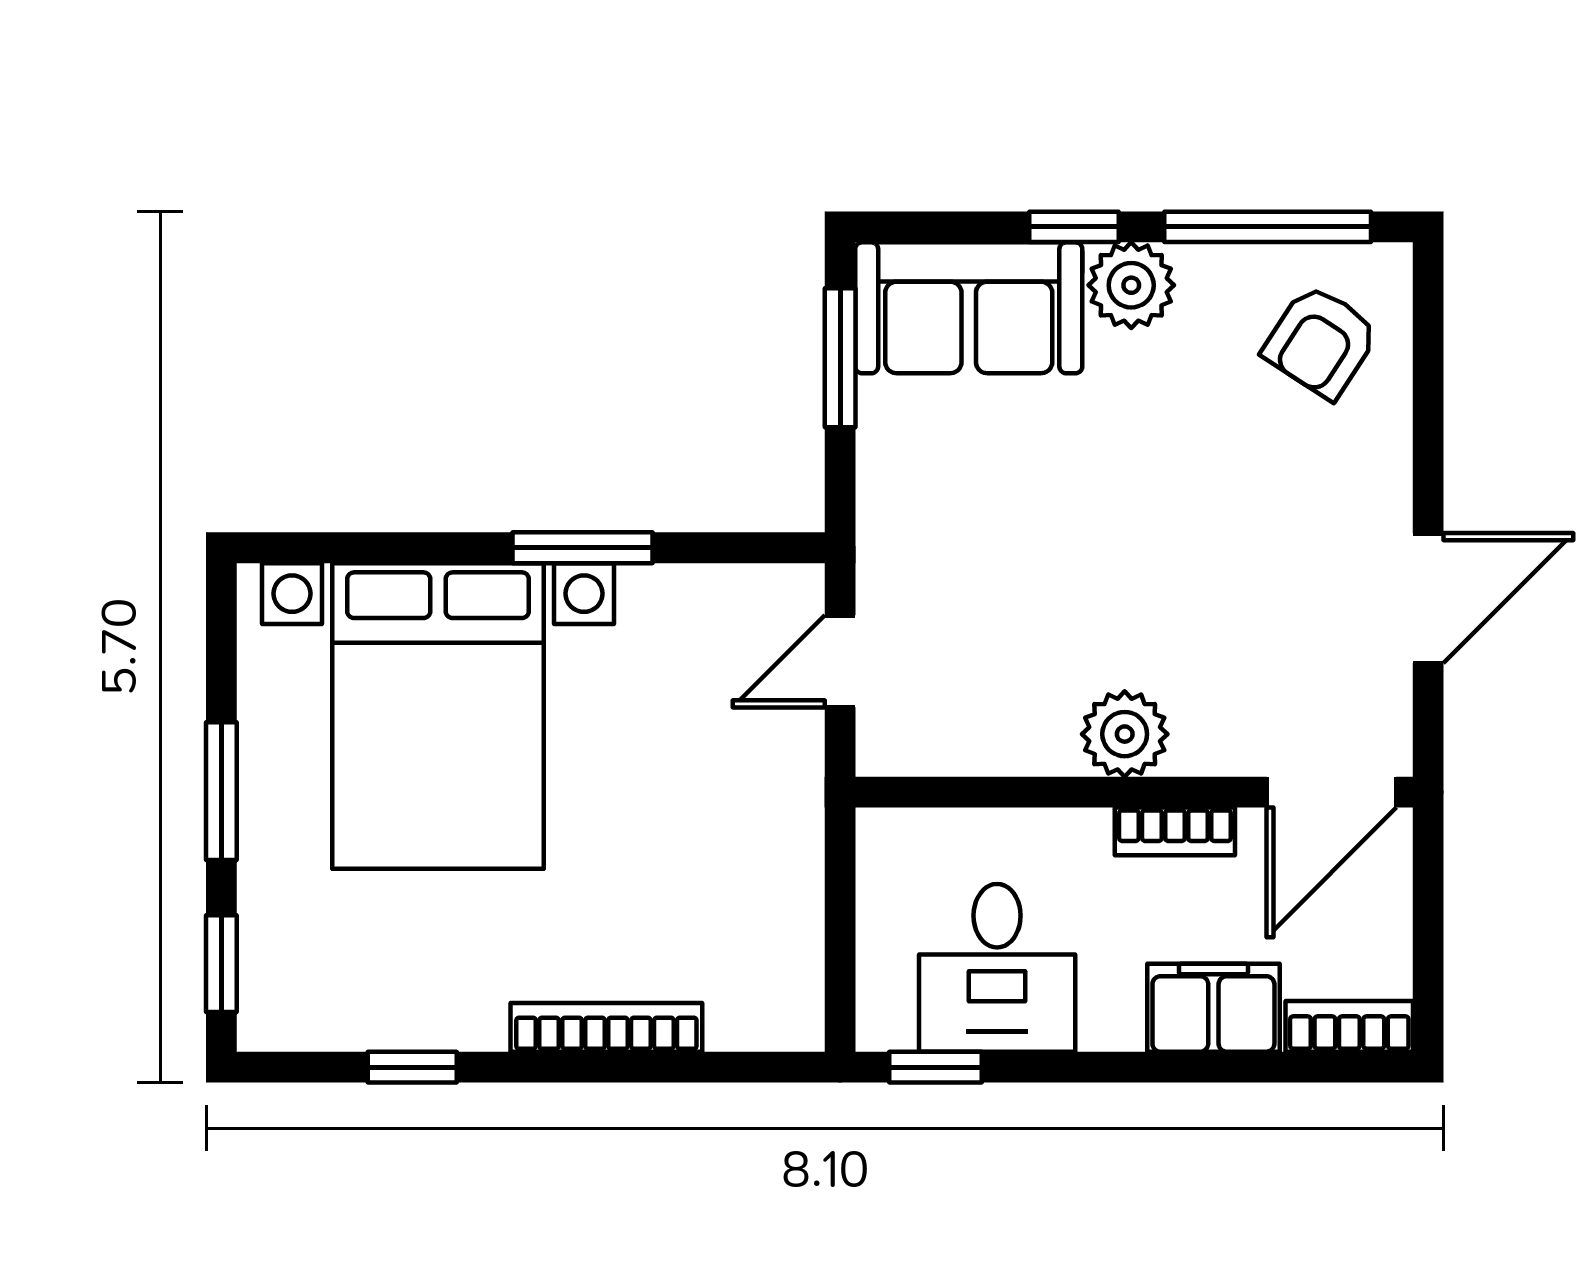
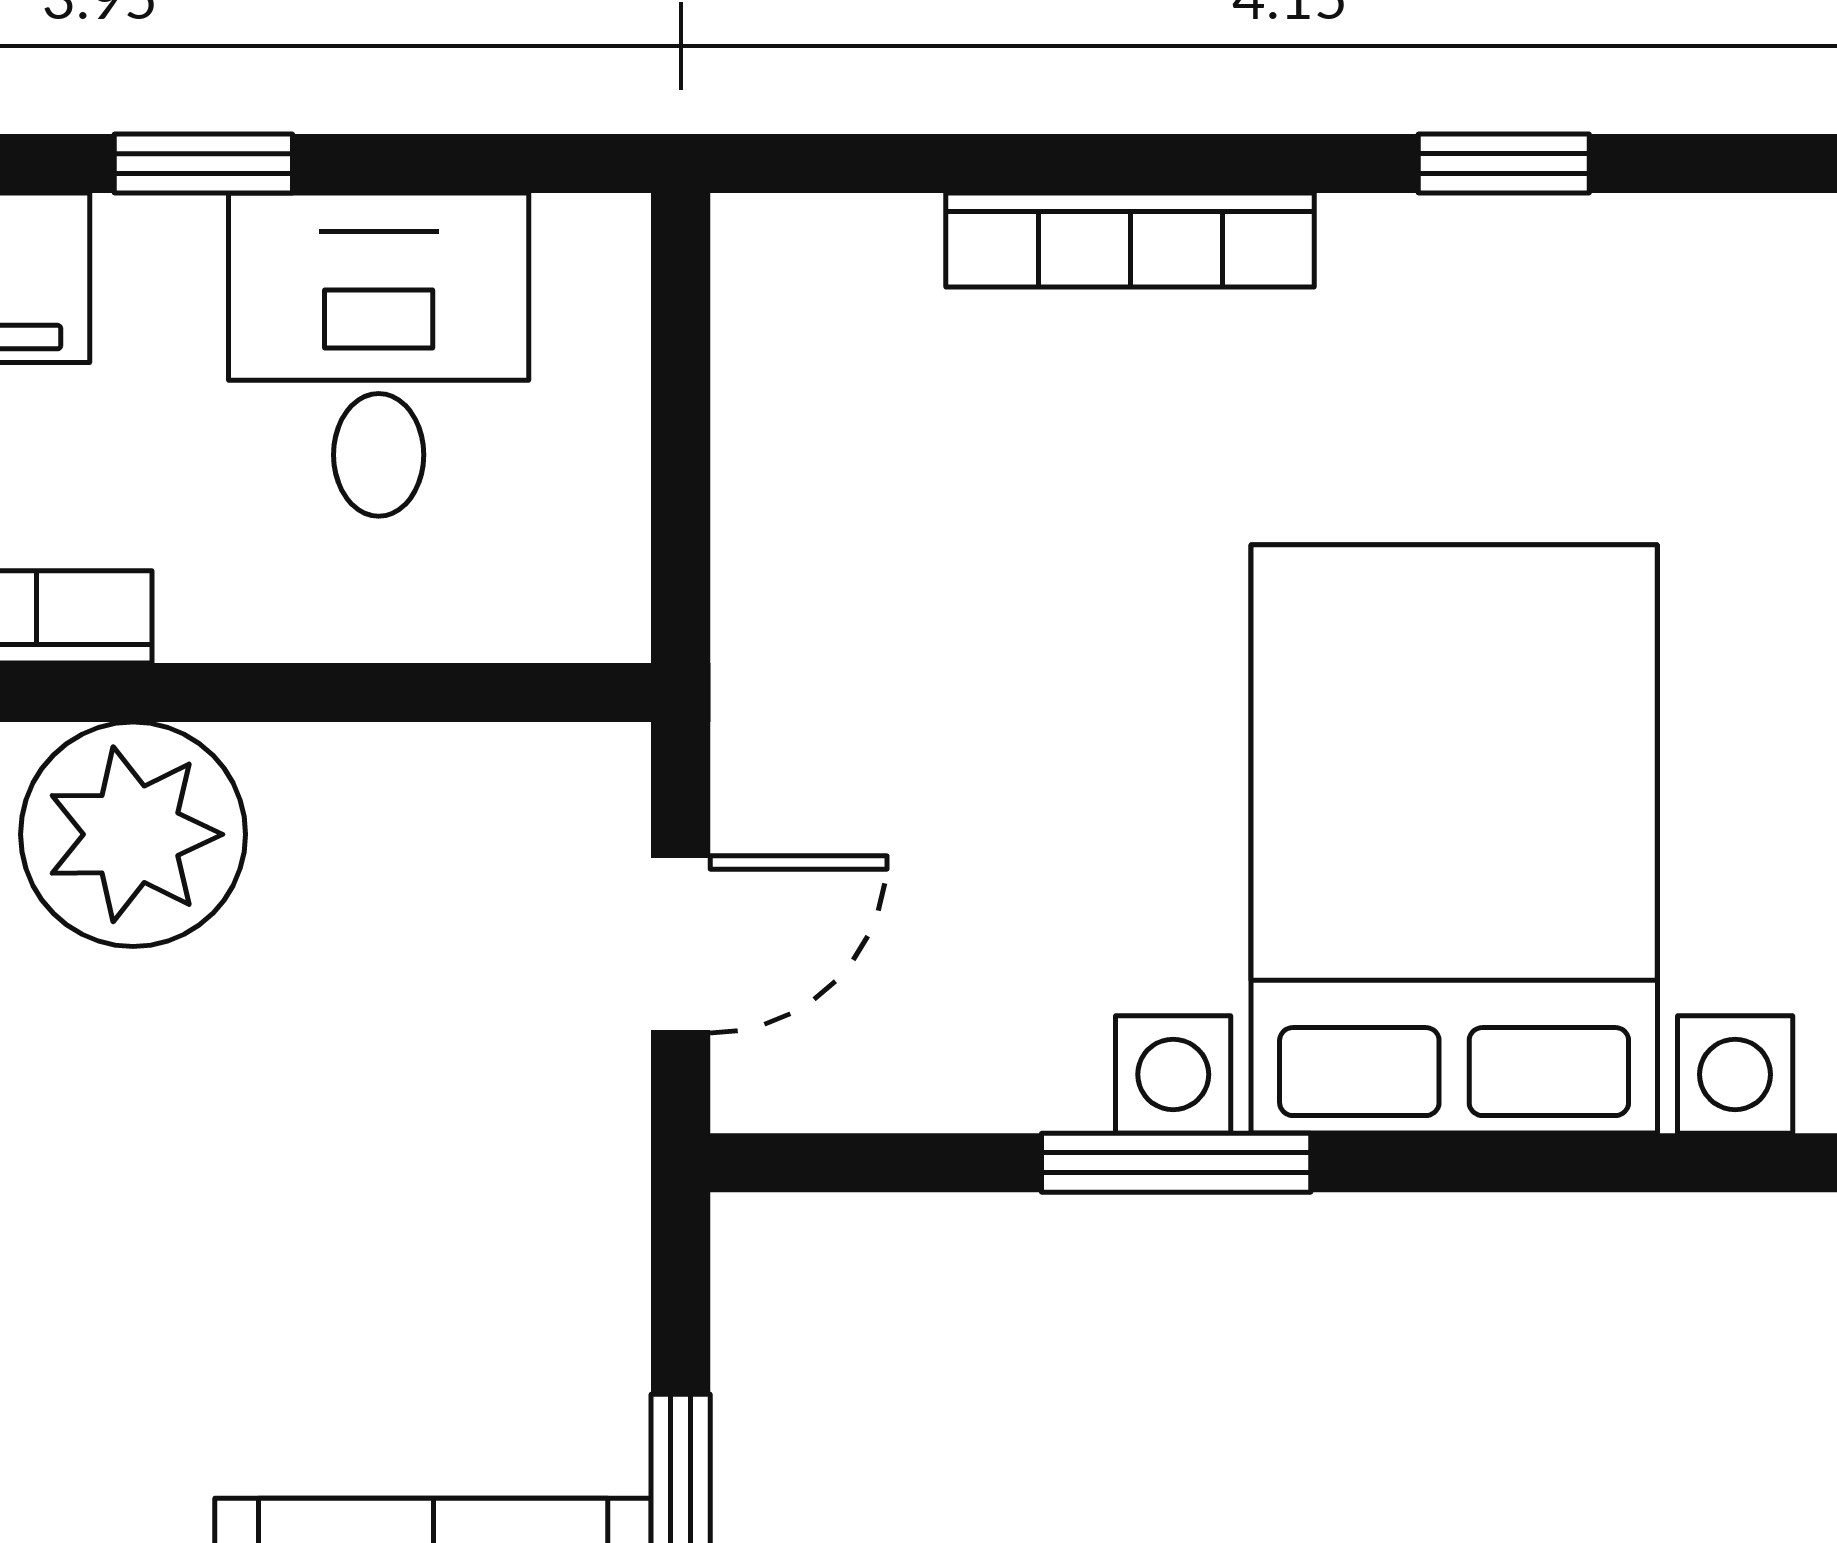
plant: (1125, 734) -> (133, 834), width x1.36, depth x1.36
window: (936, 1067) -> (203, 163), moved

